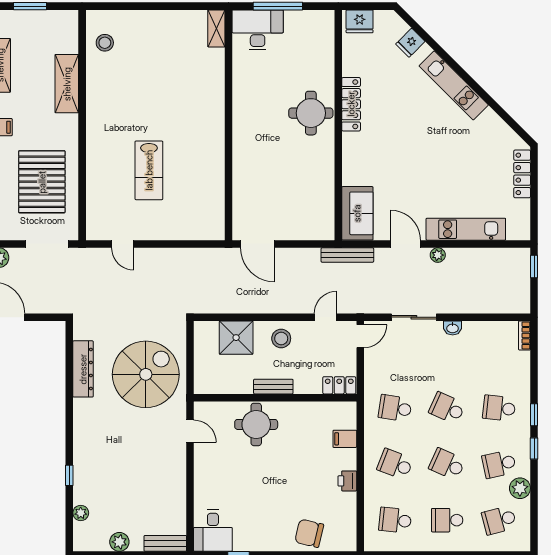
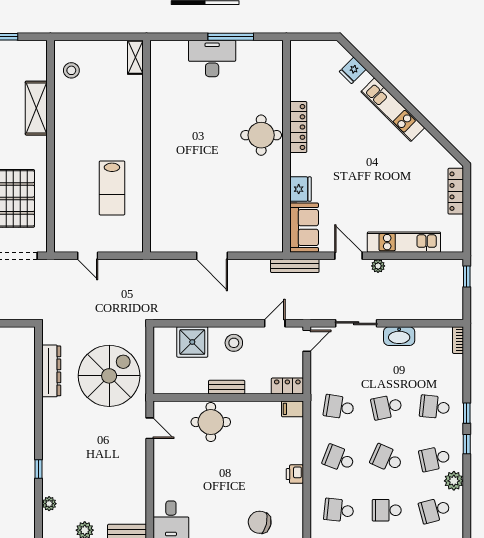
fridge: (360, 21) -> (300, 189), moved, turned -90
shelving: (216, 28) -> (135, 57), moved
wall: (228, 125) -> (146, 146), moved
washbasin: (453, 328) -> (399, 336), width x1.91, depth x1.45
school desk: (447, 408) -> (387, 407), turned -36
filing cabinet: (345, 439) -> (292, 409), moved

